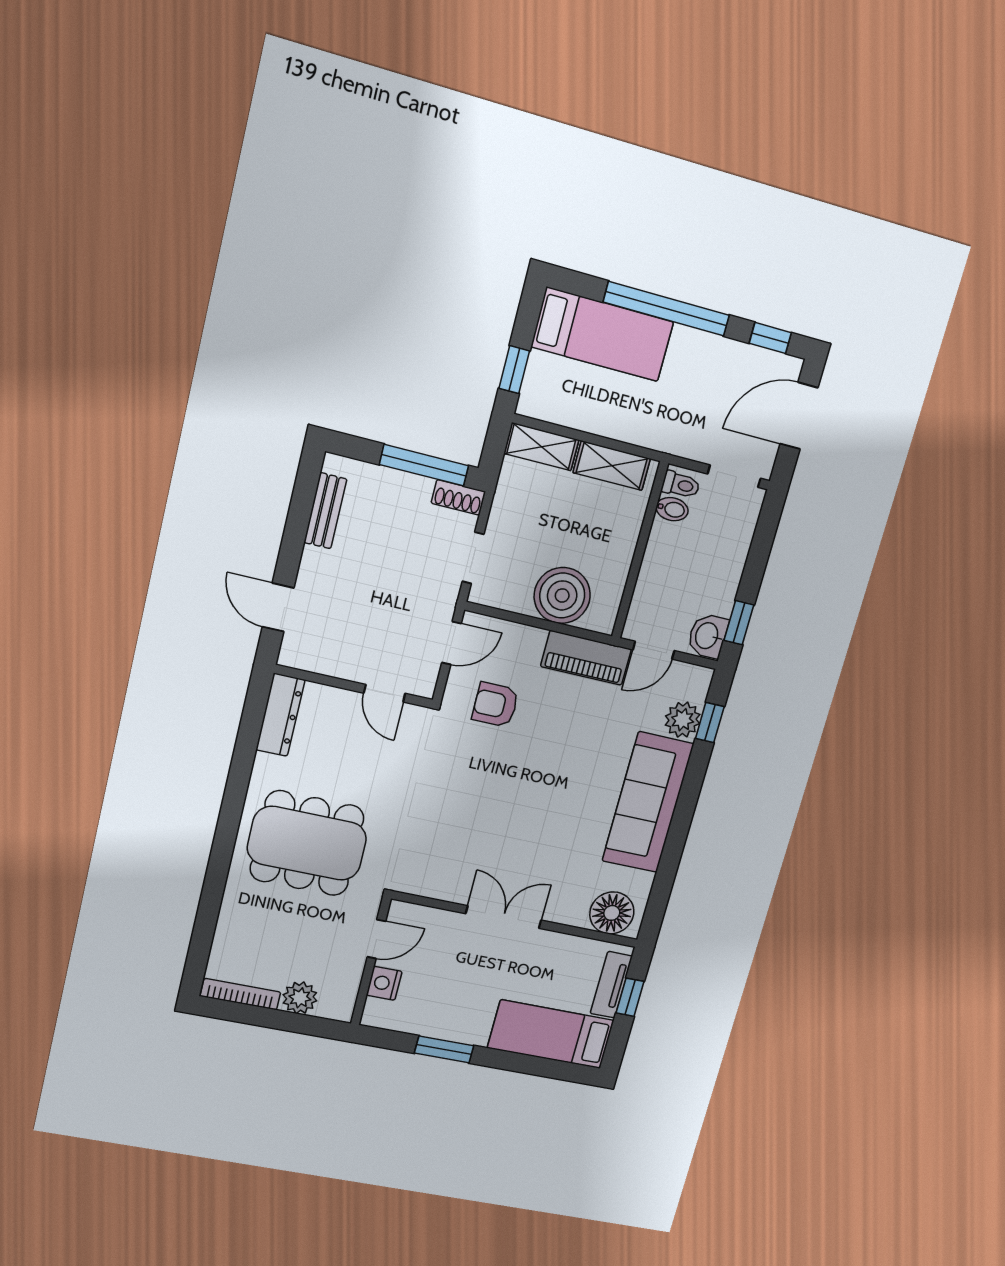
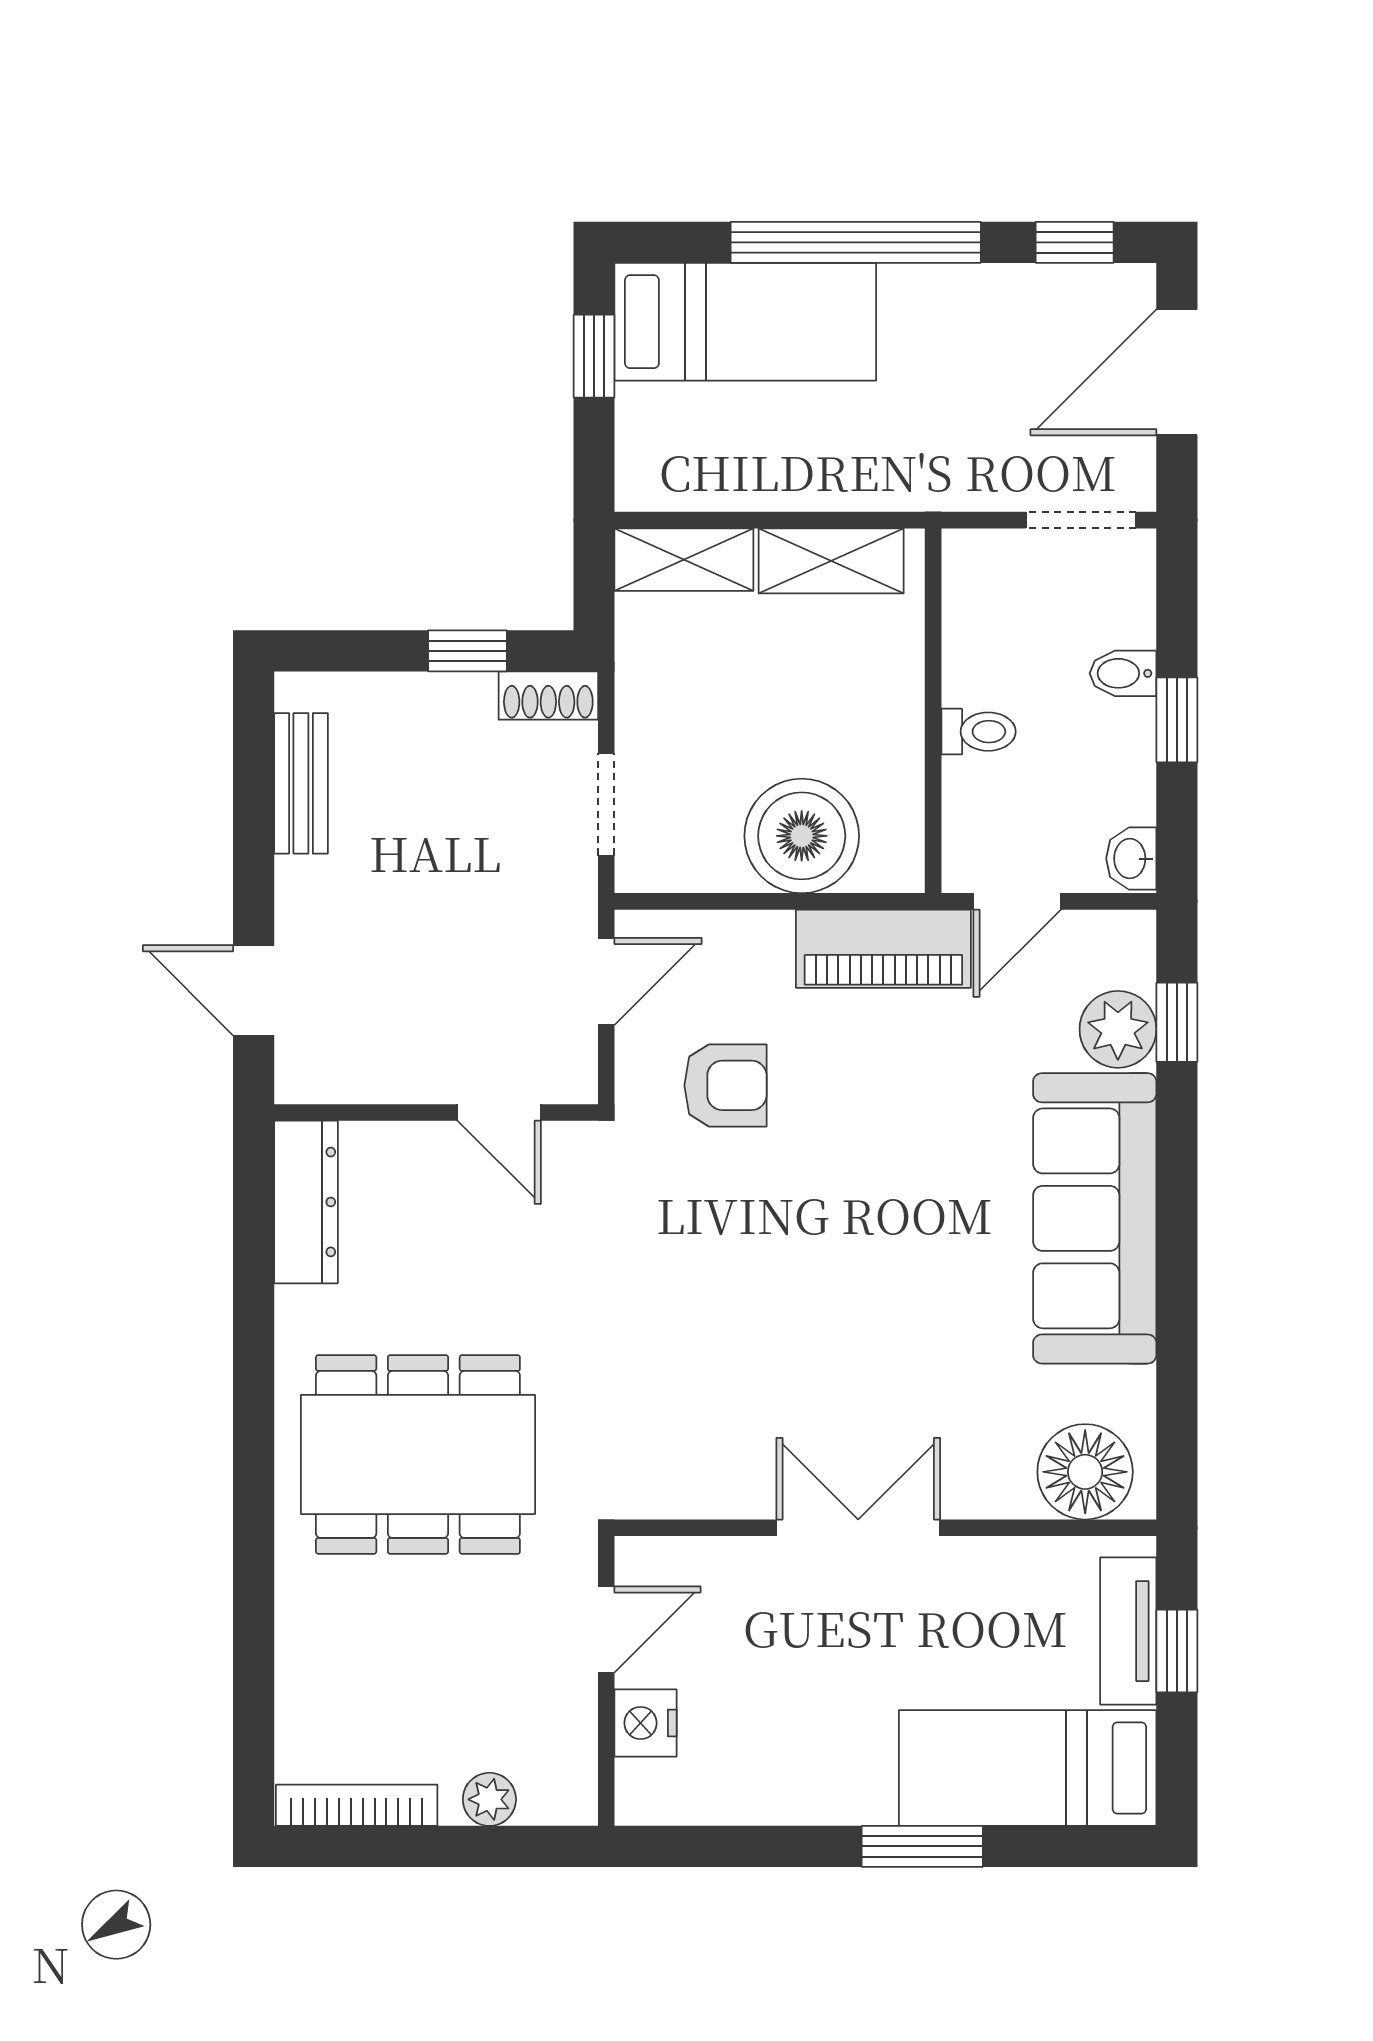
window: (514, 370) -> (594, 356), moved
window: (424, 465) -> (467, 651), width x0.46
toilet: (681, 485) -> (978, 732), moved
bidet: (672, 509) -> (1123, 673), moved, turned 180
window: (739, 623) -> (1177, 720), moved
washbasin: (708, 636) -> (1131, 859), width x0.72, depth x0.69
armchair: (495, 705) -> (725, 1085), turned 180
plant: (300, 998) -> (489, 1799), width x0.73, depth x0.73
window: (444, 1049) -> (922, 1846), moved

